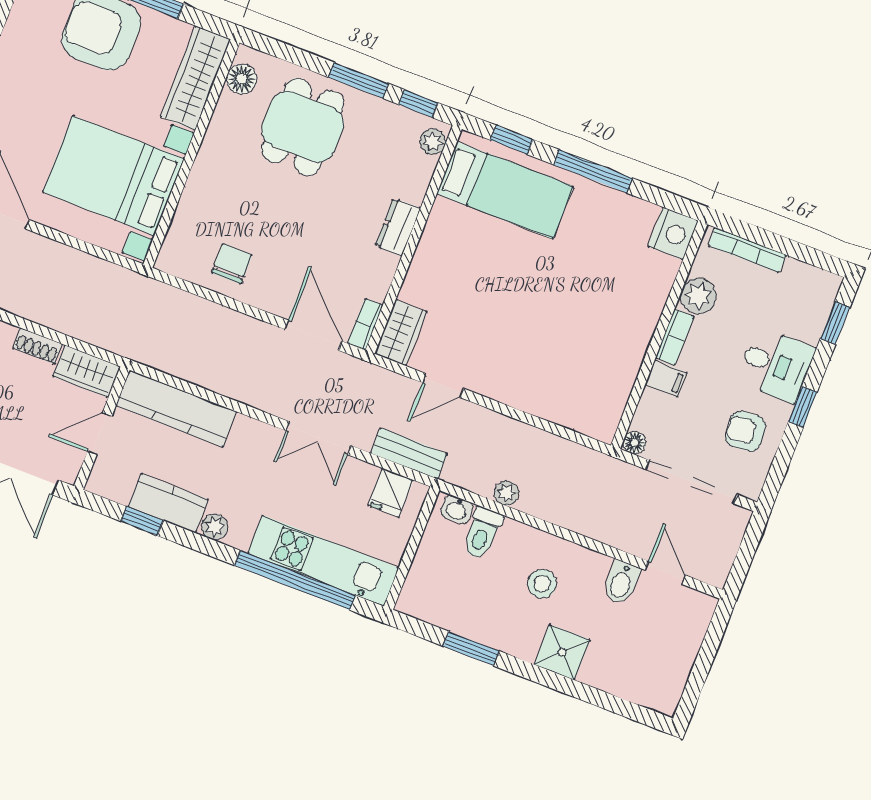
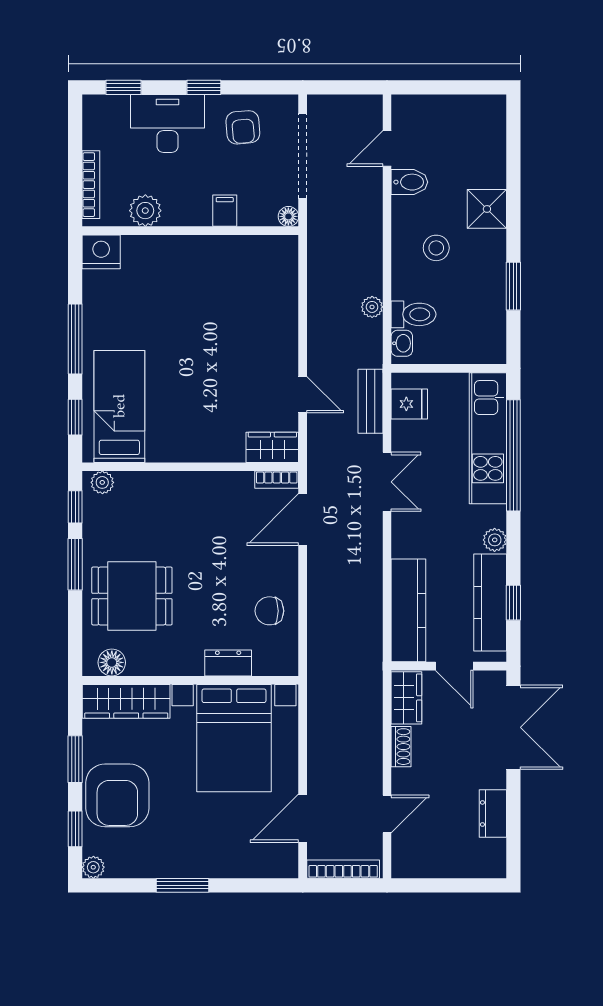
dresser: (398, 227) -> (228, 663), moved, turned 180
bookcase: (675, 337) -> (187, 217), removed
desk: (776, 365) -> (168, 123), width x1.37
kitchen counter: (168, 503) -> (490, 603), width x1.50

